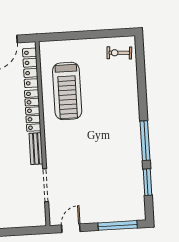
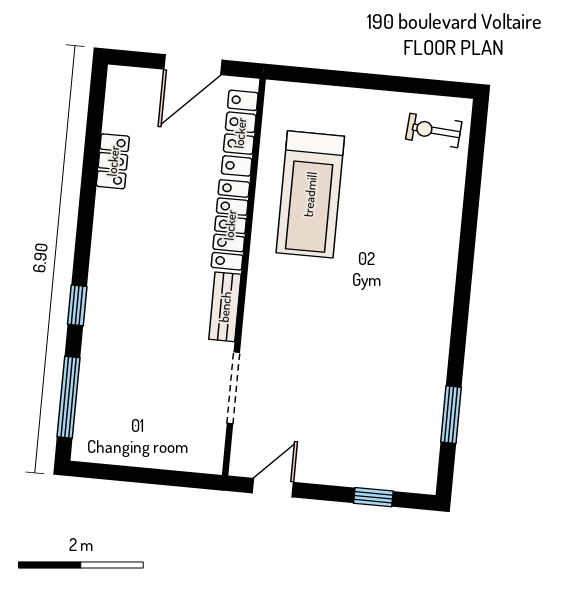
window: (145, 141) -> (459, 326), removed
window: (118, 225) -> (373, 497), width x0.46

